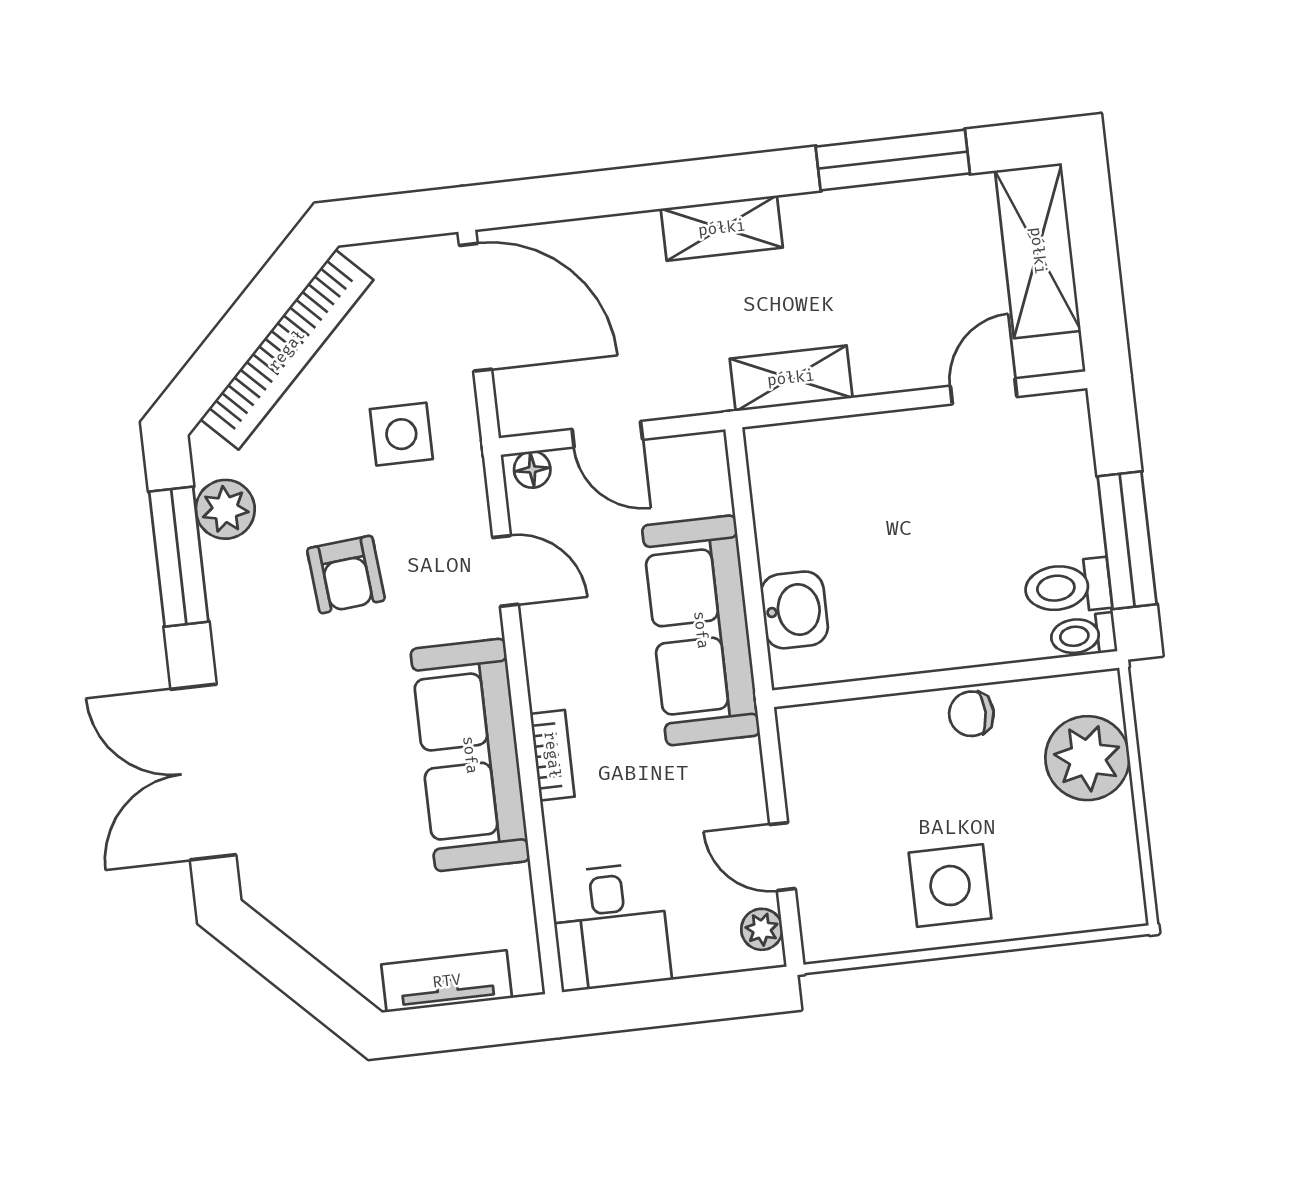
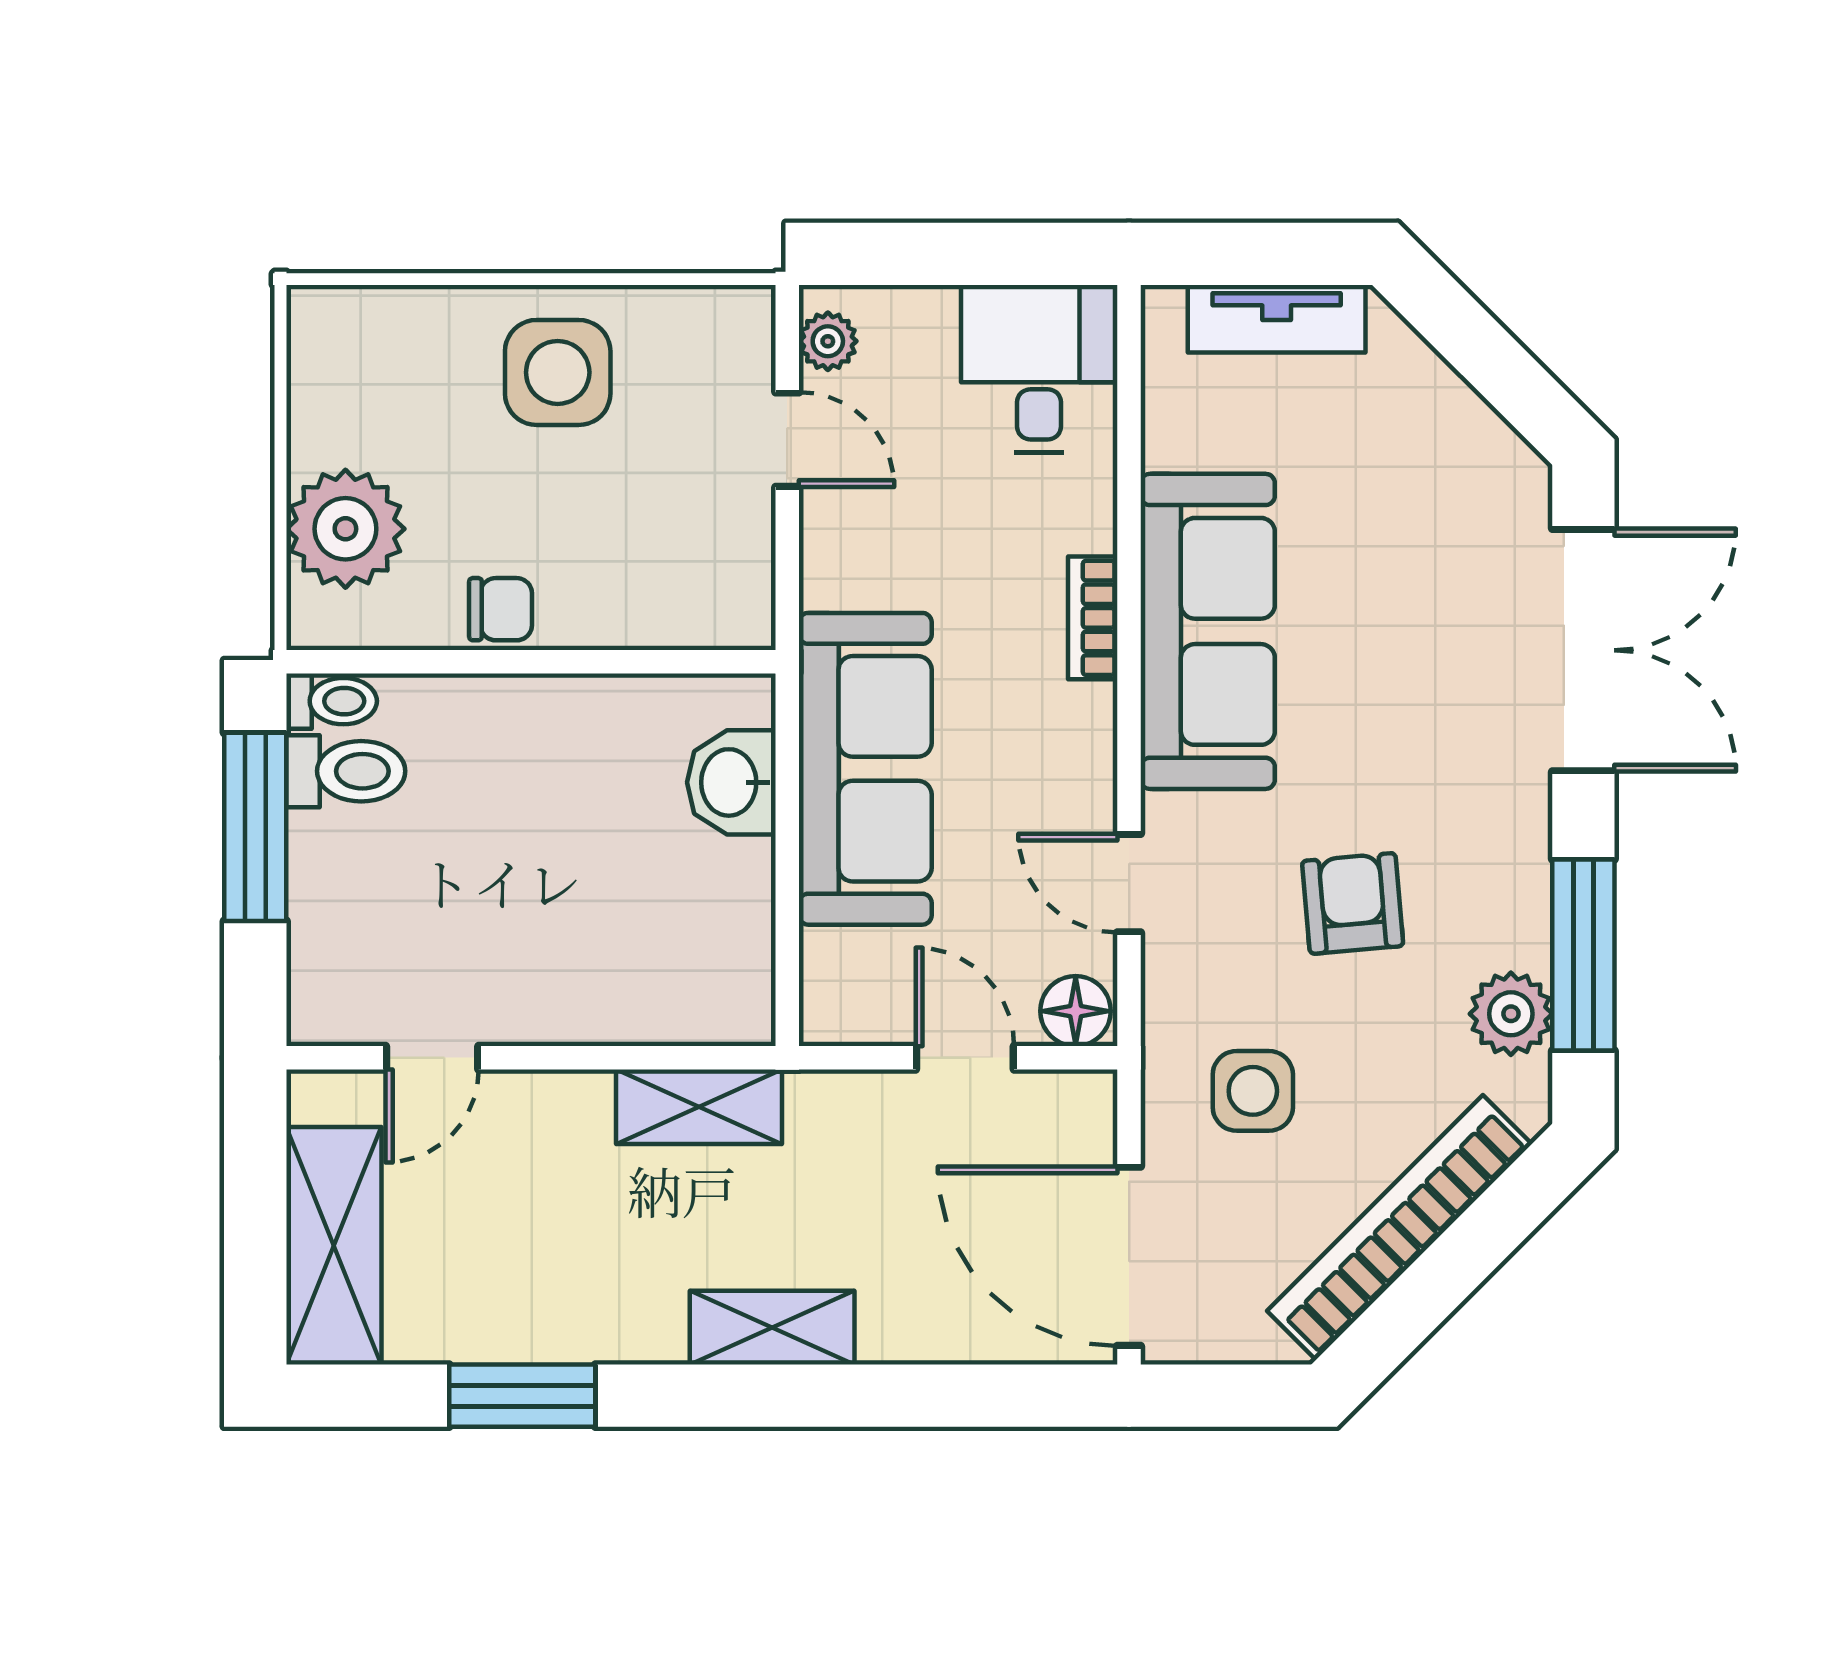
window: (893, 160) -> (522, 1396), width x0.69
floor lamp: (532, 469) -> (1076, 1011), width x1.37, depth x1.37

